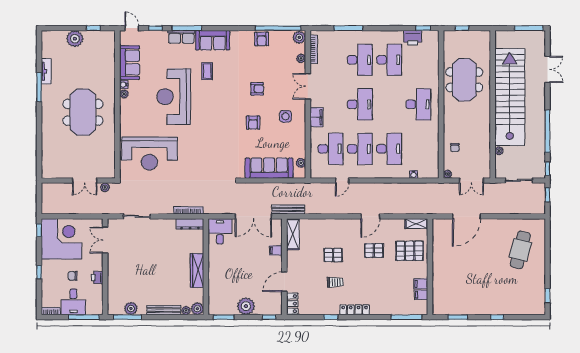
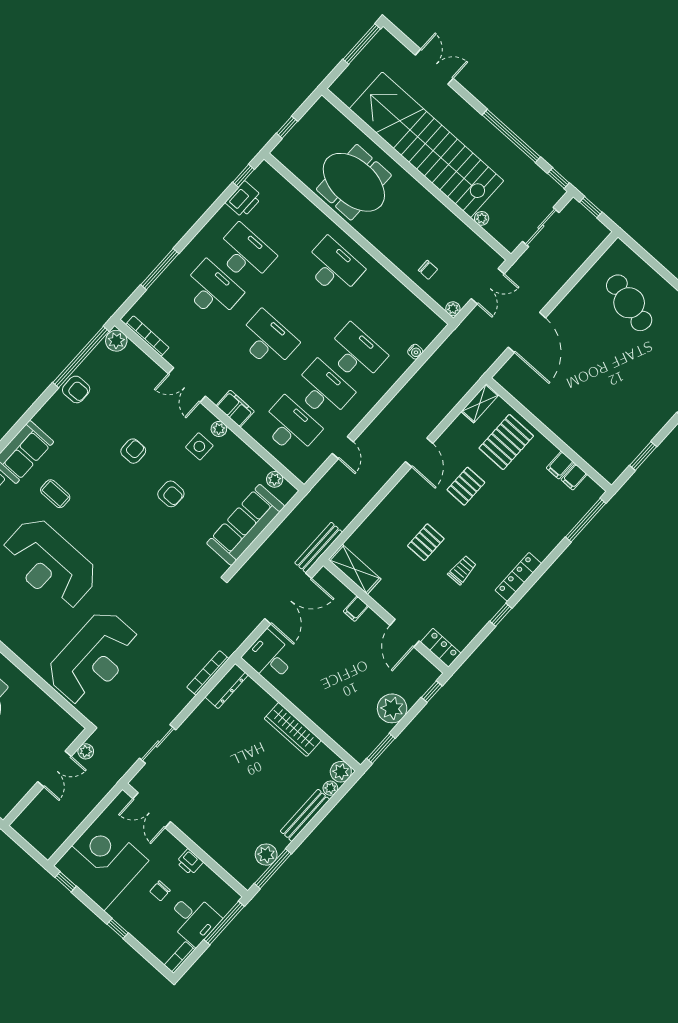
plant: (301, 58) -> (219, 429), moved

